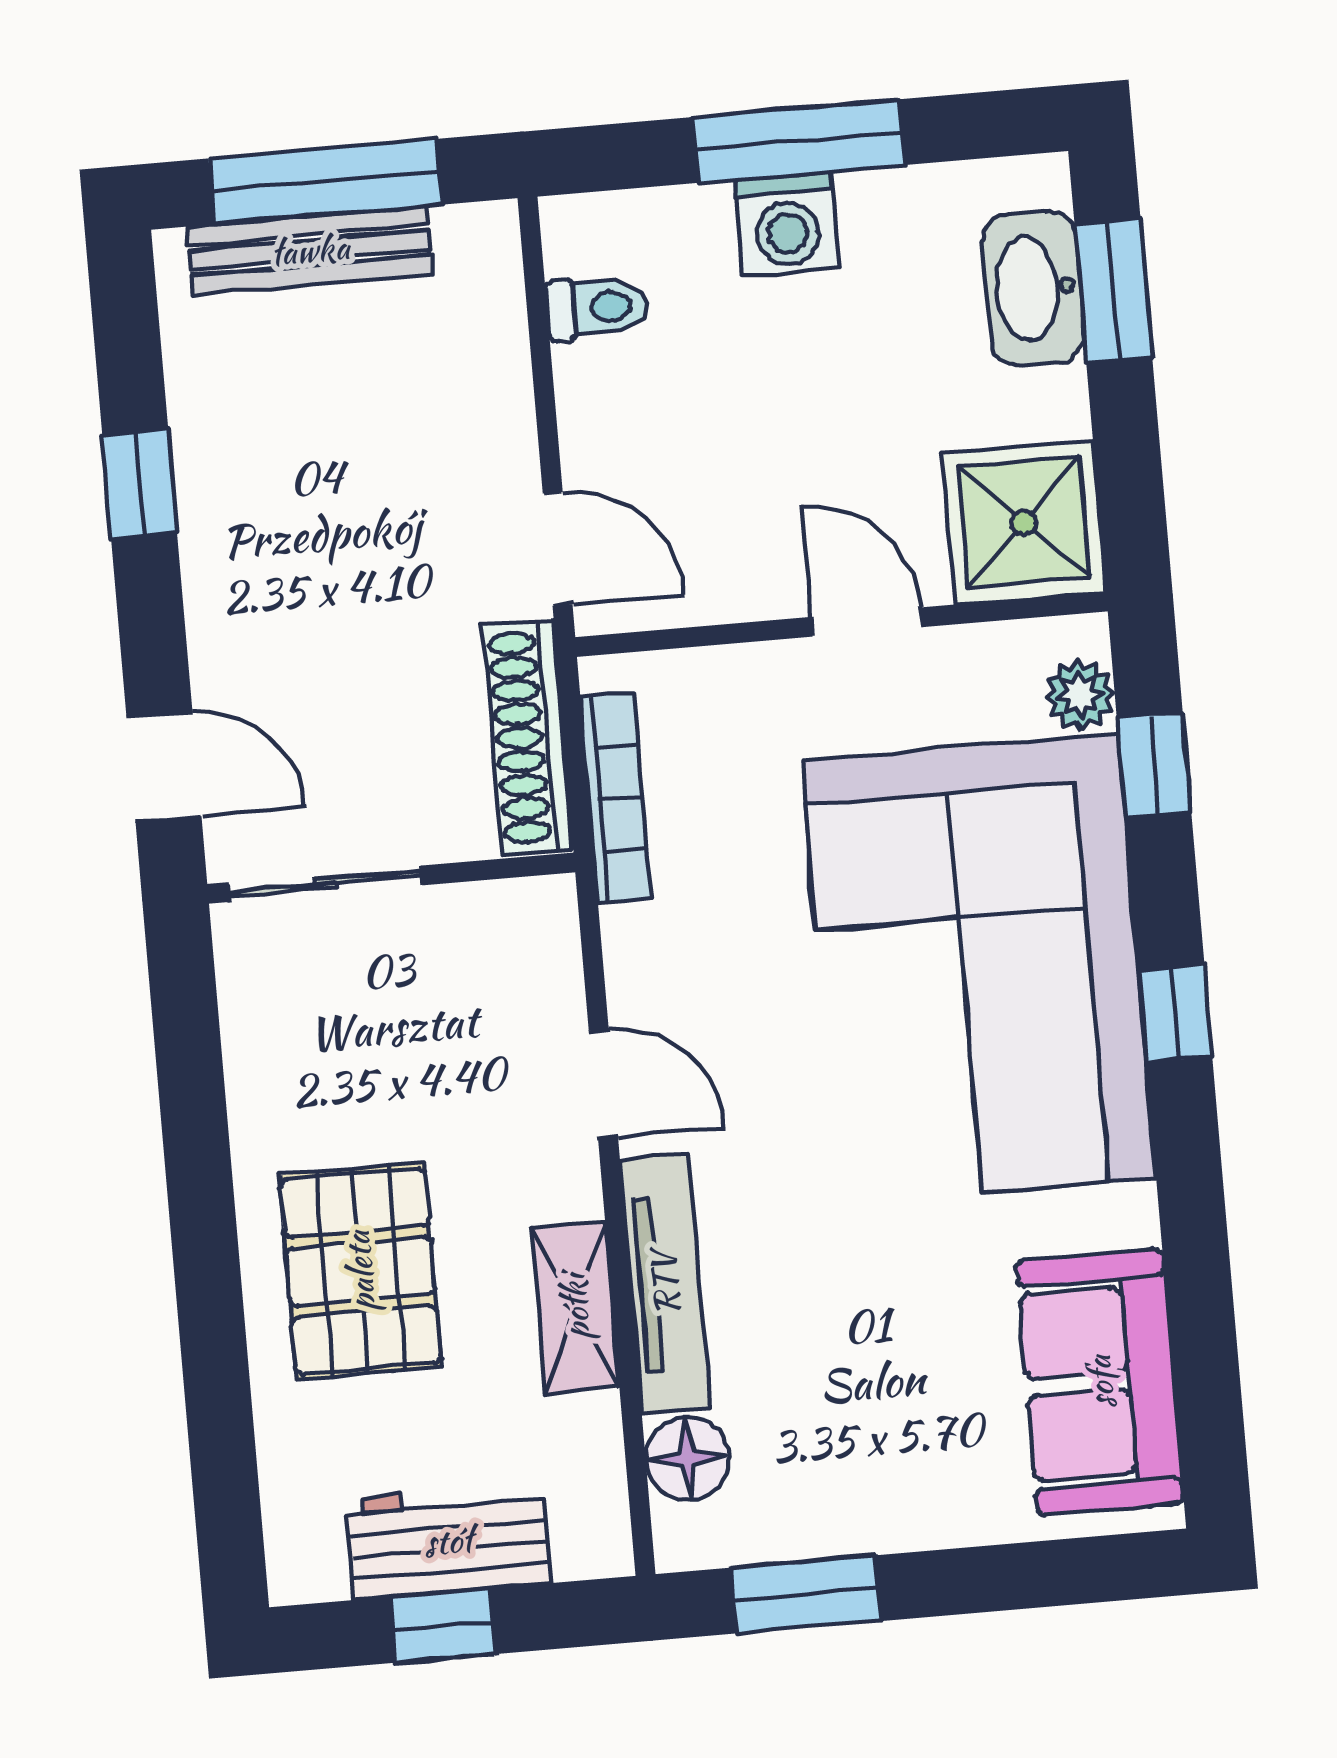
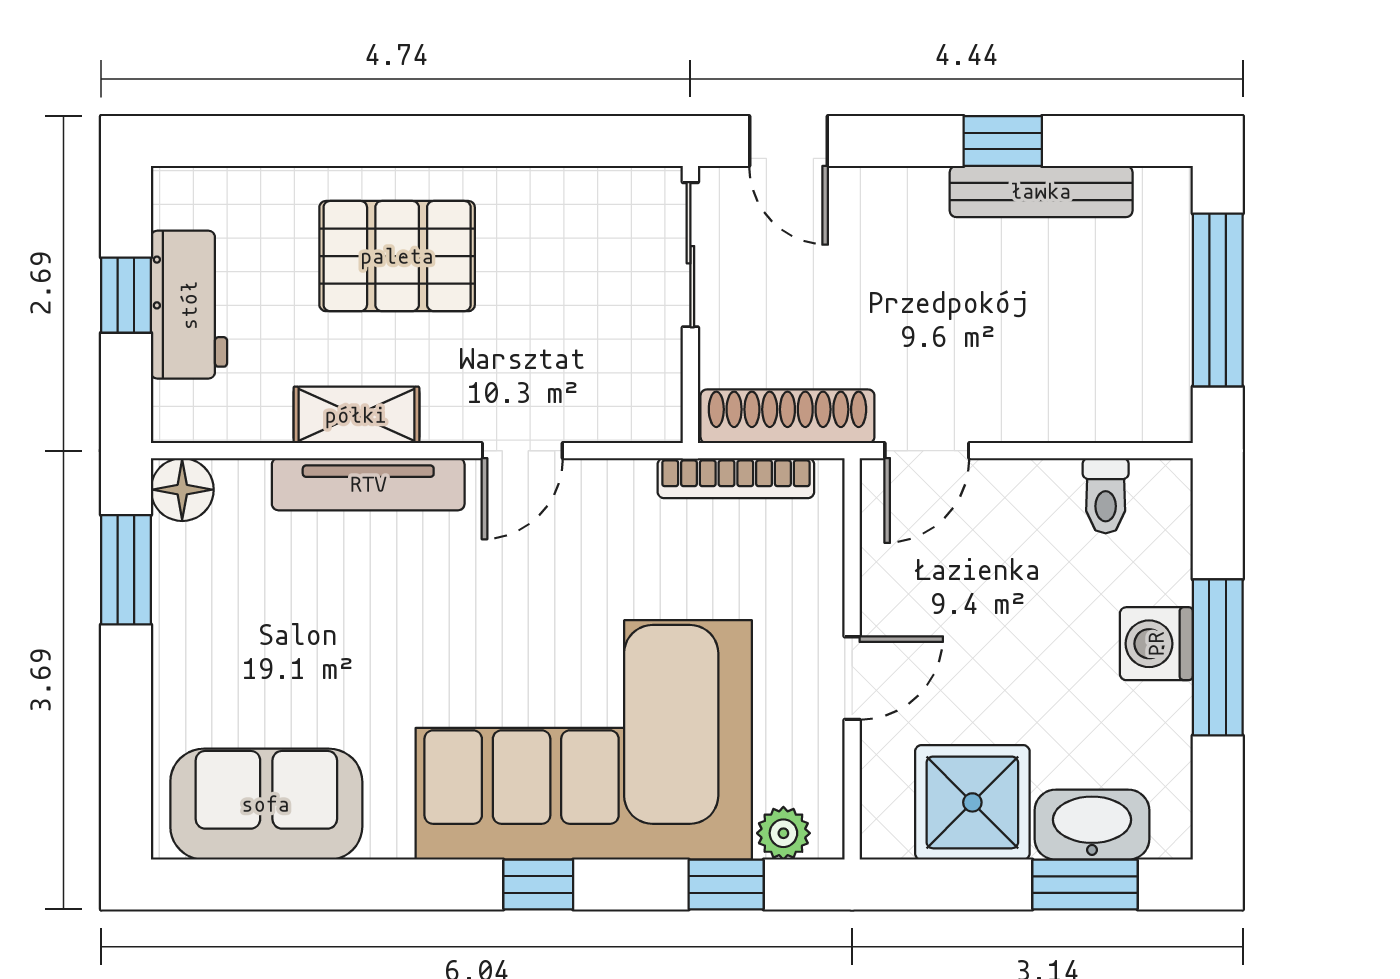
bench: (310, 250) -> (1041, 191), moved, turned 90
shower: (1024, 522) -> (972, 802), moved
door: (164, 767) -> (789, 141), hinge flipped
floor lamp: (687, 1459) -> (182, 490), moved

